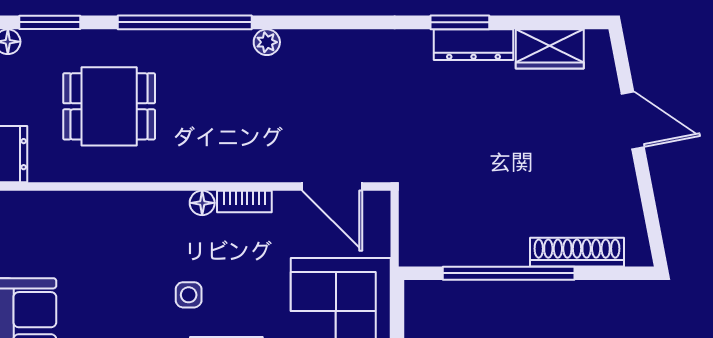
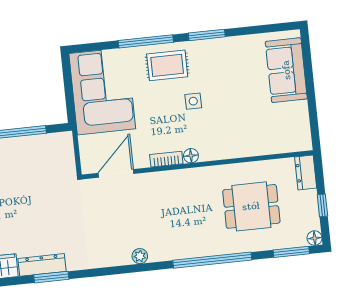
plant: (267, 42) -> (140, 256), moved
door: (332, 187) -> (116, 173), hinge flipped

